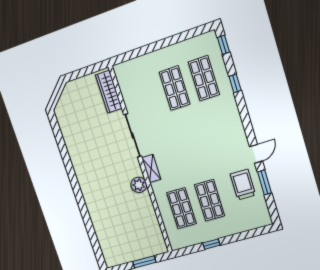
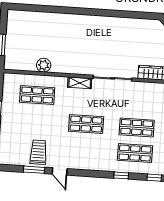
plant: (139, 185) -> (44, 65), moved
trolley: (243, 185) -> (39, 152), turned -90
shop shelf: (210, 200) -> (86, 124), moved

